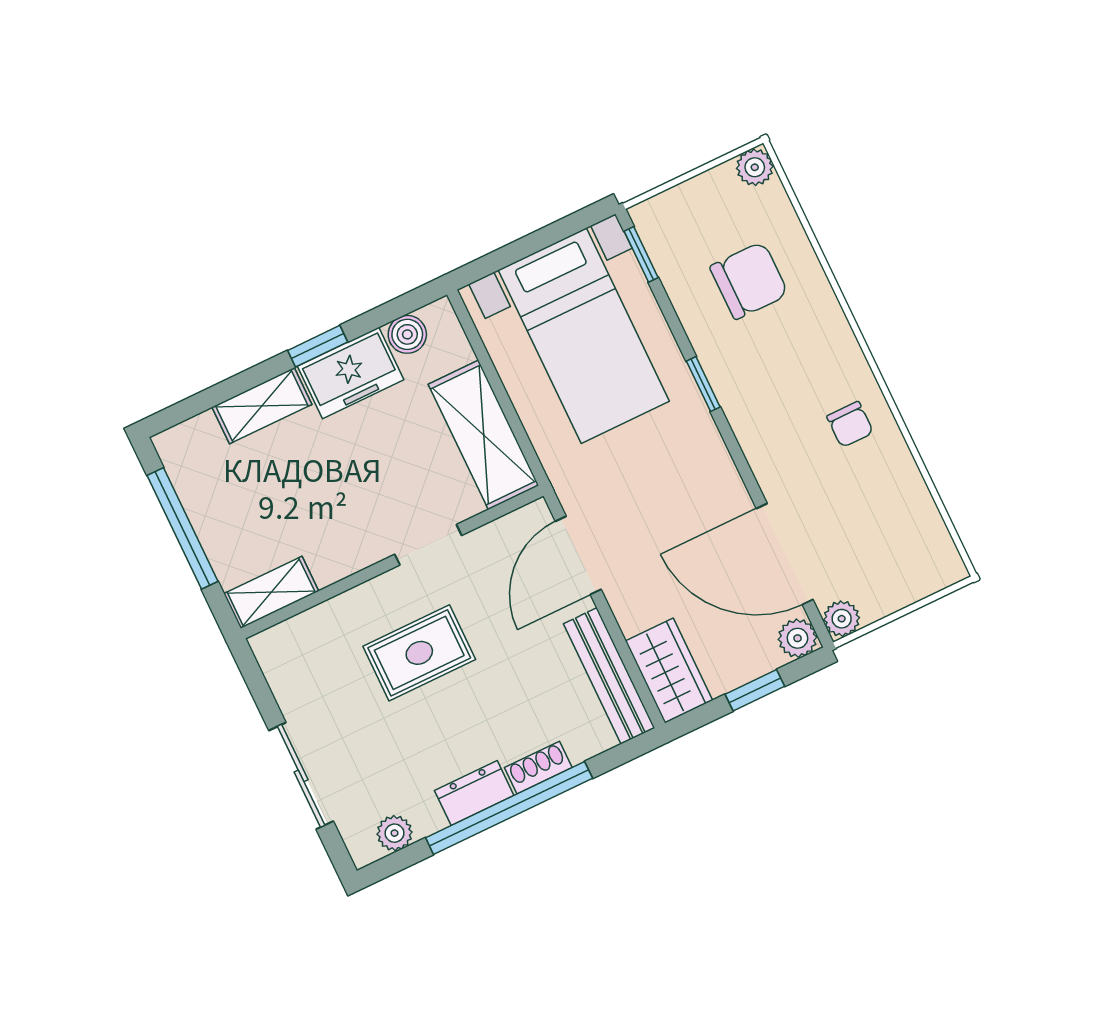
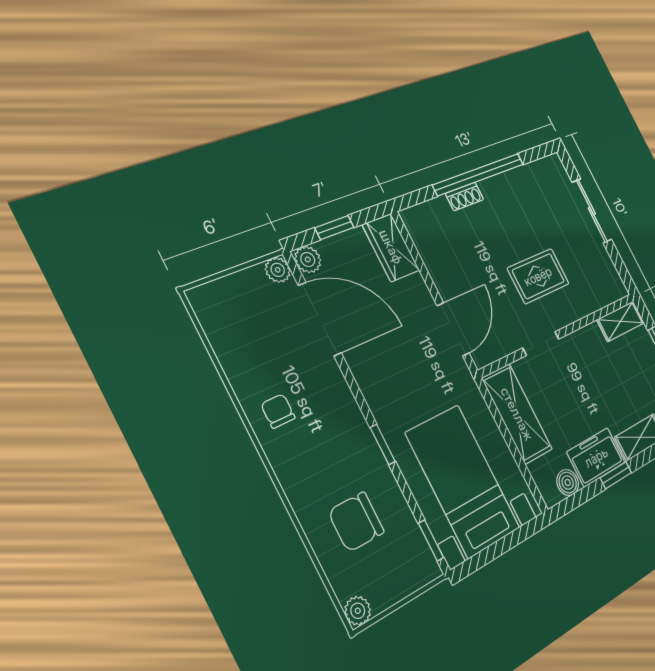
bench: (609, 676) -> (428, 249), removed
dresser: (474, 793) -> (499, 187), removed
plant: (395, 833) -> (540, 170), removed

